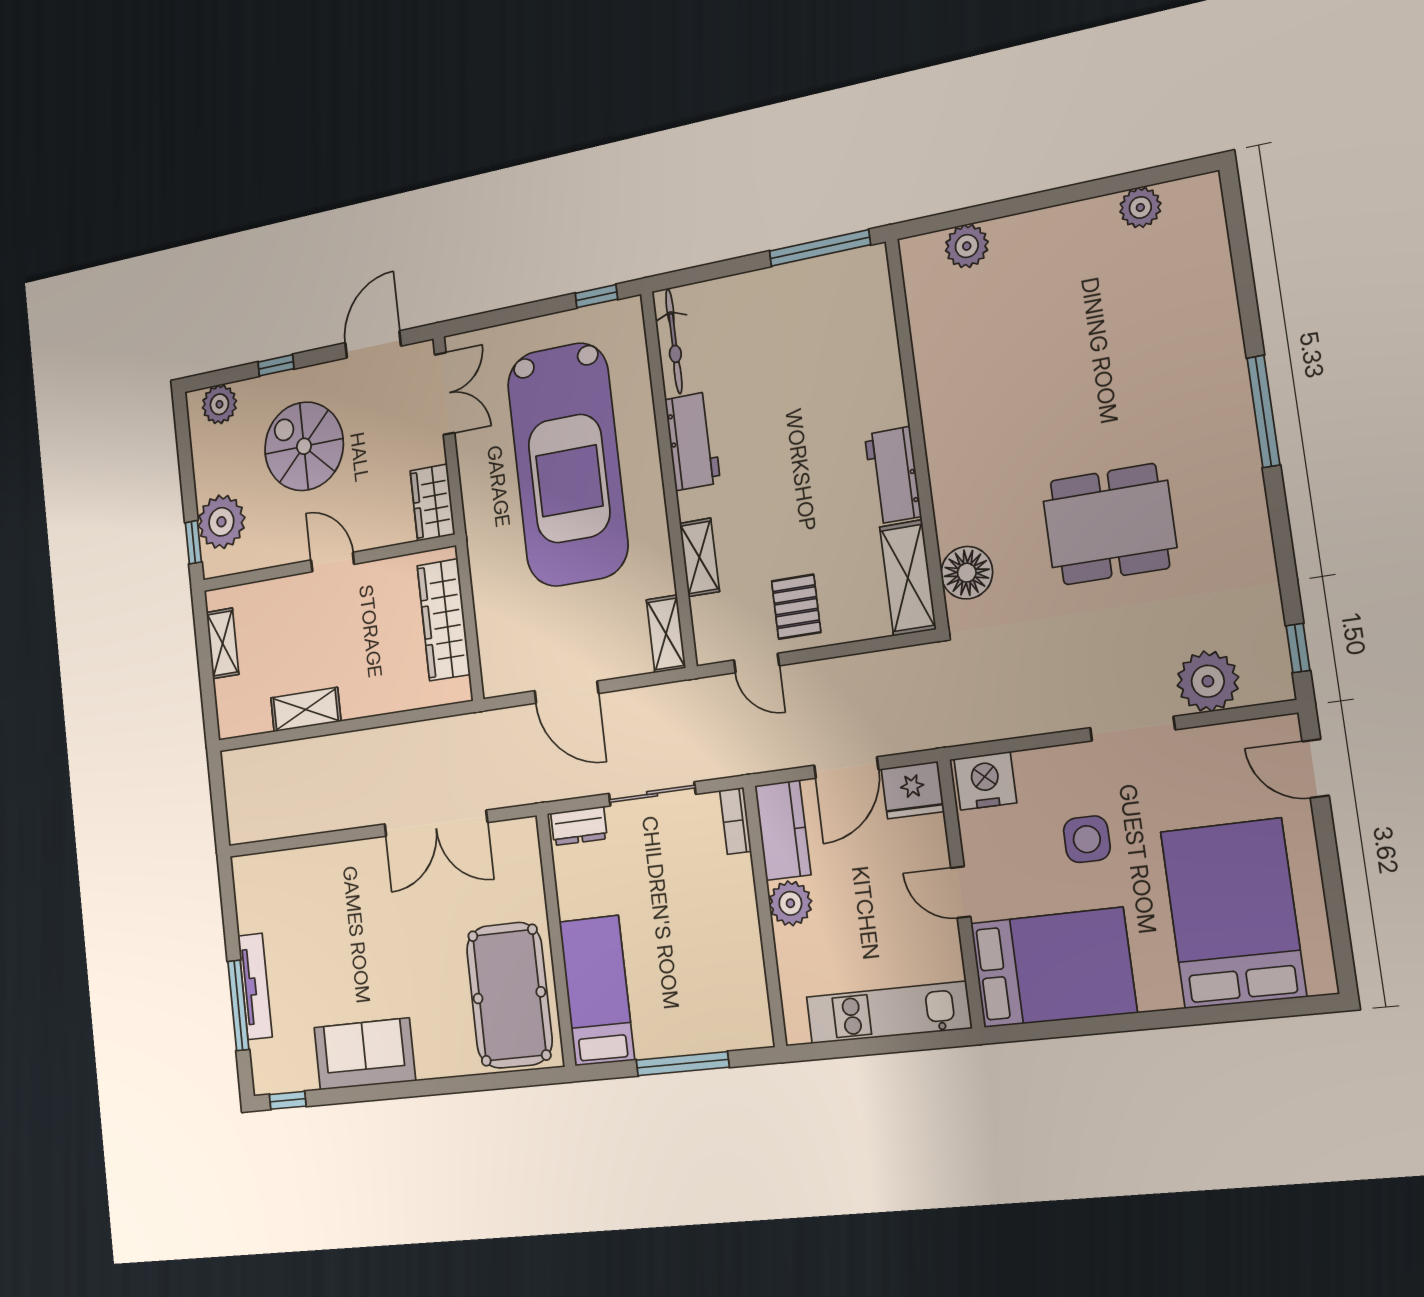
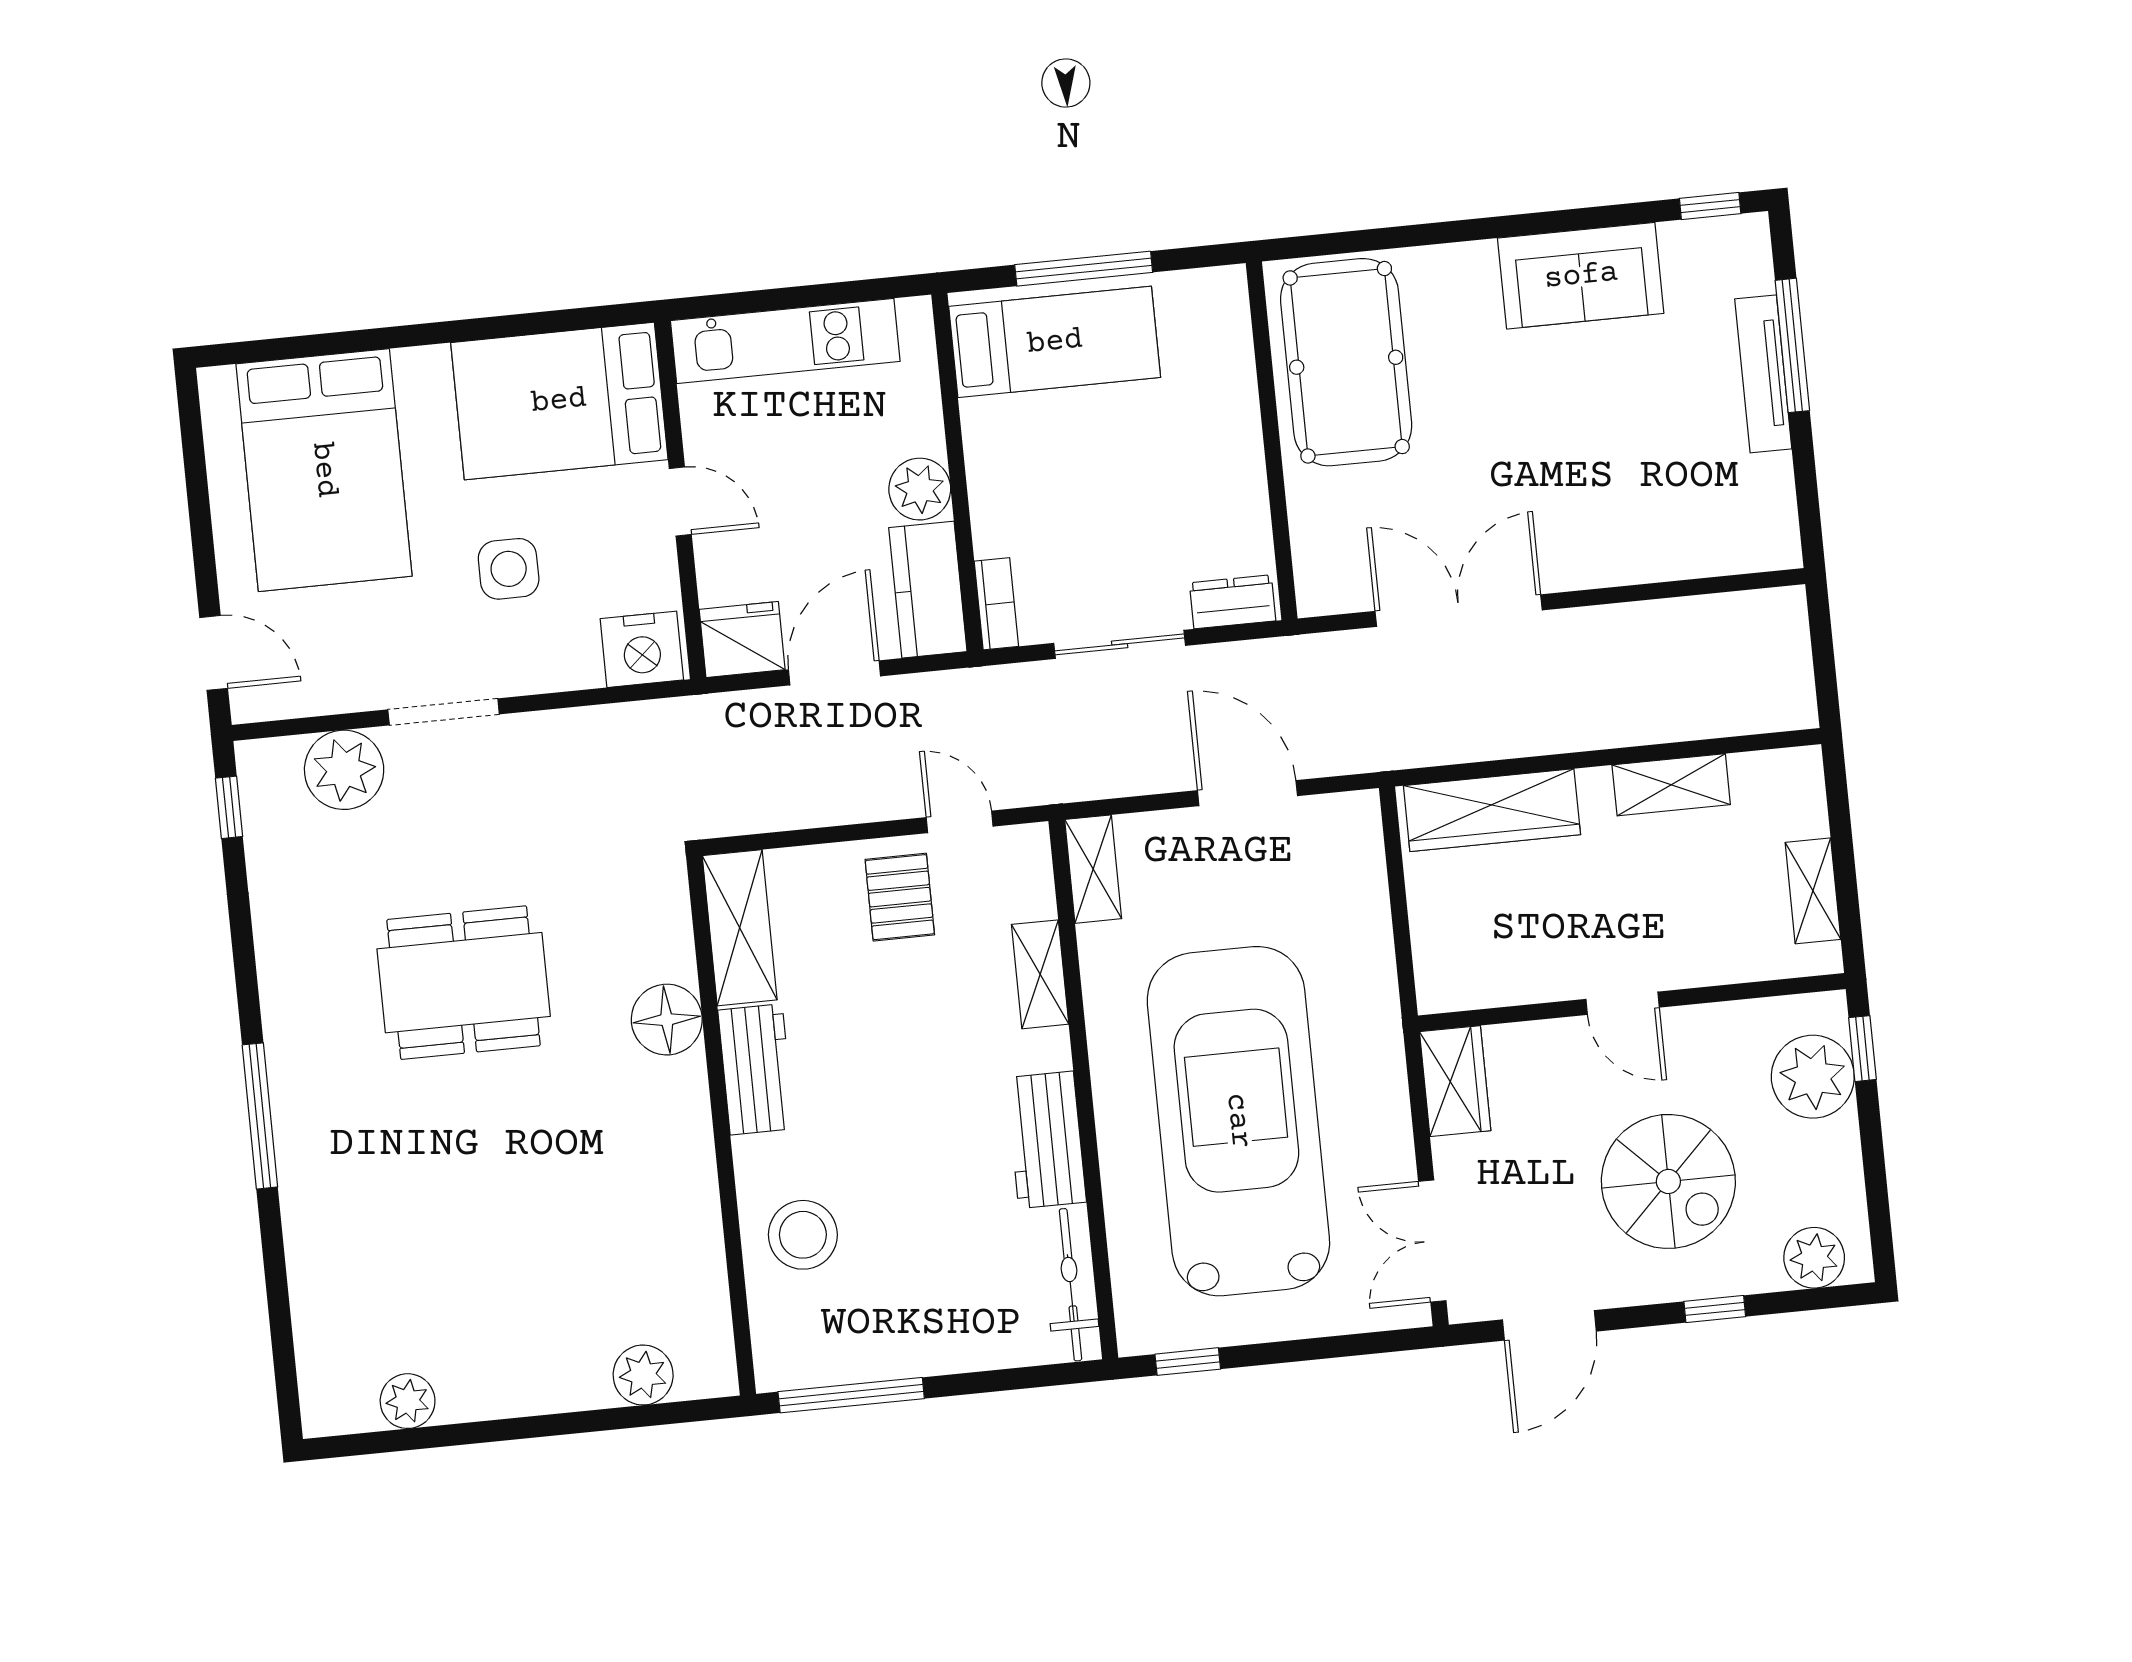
stool: (856, 359) -> (803, 1235), added
floor lamp: (967, 573) -> (667, 1020), moved
wardrobe: (444, 620) -> (1492, 810), moved, turned 90
bed: (597, 991) -> (1055, 342), moved, turned -90

